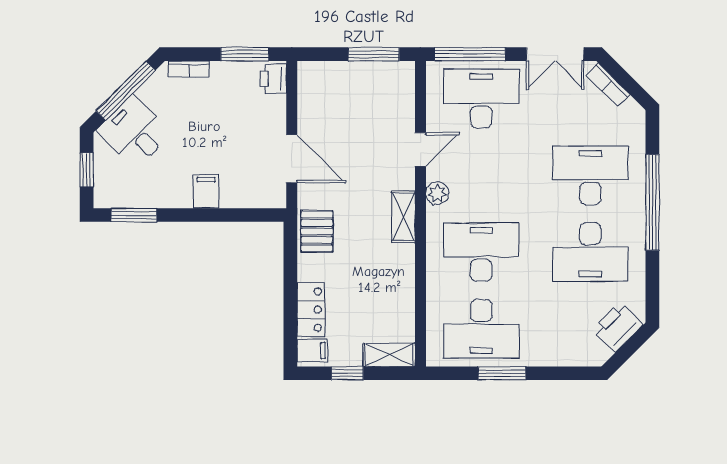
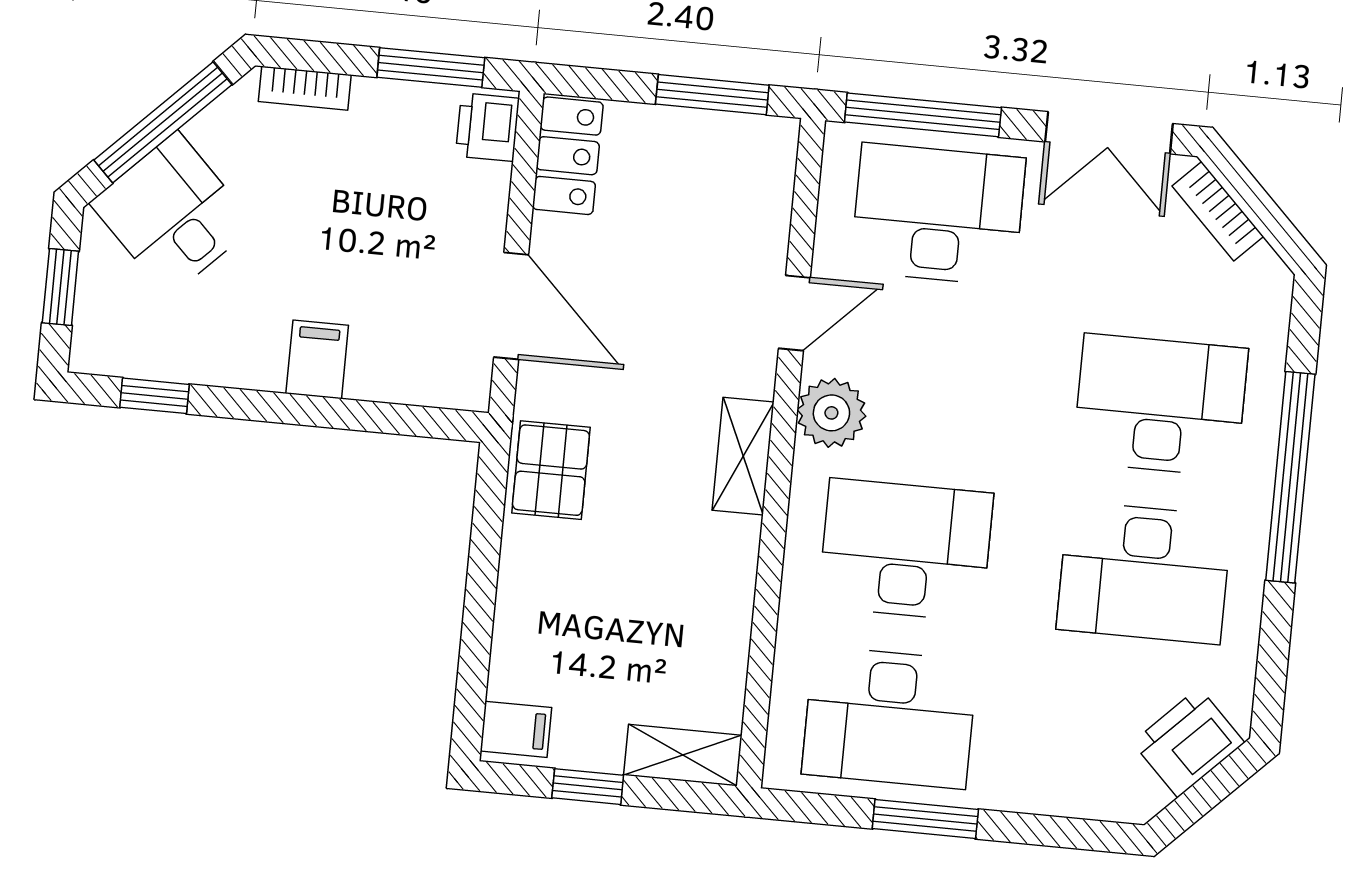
plant: (437, 193) -> (831, 413), width x1.38, depth x1.38
window: (134, 215) -> (154, 396), width x0.67
locker: (311, 310) -> (568, 156), moved

